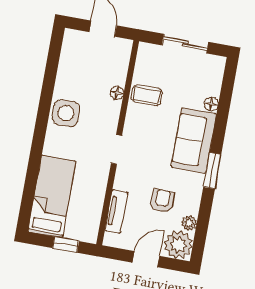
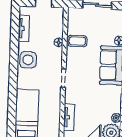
tv unit: (66, 63) -> (24, 28), added
armchair: (162, 201) -> (97, 106), removed

